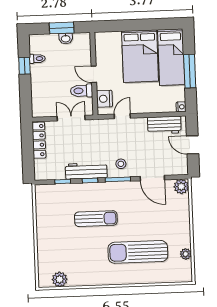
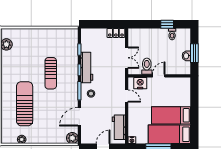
bed: (140, 56) -> (171, 115), width x0.67
locker: (39, 140) -> (116, 33), width x0.66

